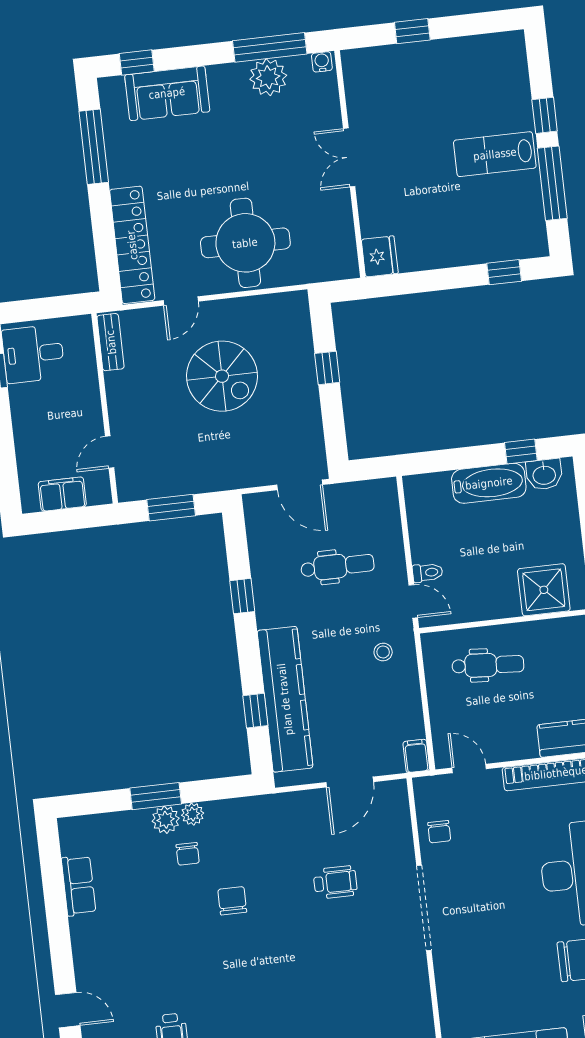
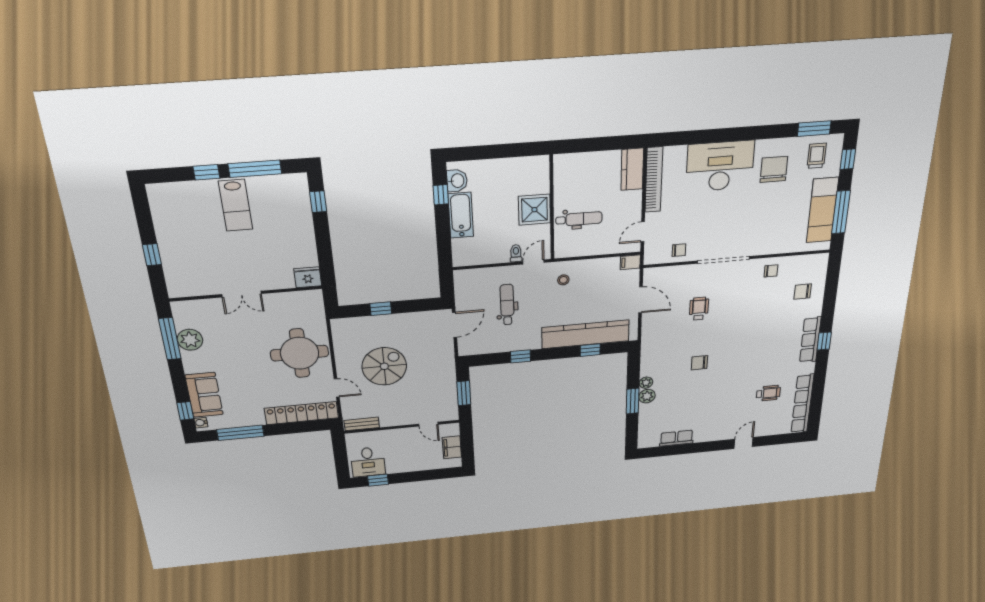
water cooler: (322, 62) -> (201, 423), moved
shower: (544, 590) -> (534, 210), moved
dental chair: (488, 665) -> (579, 219), turned 86
chair: (188, 854) -> (771, 271), moved

